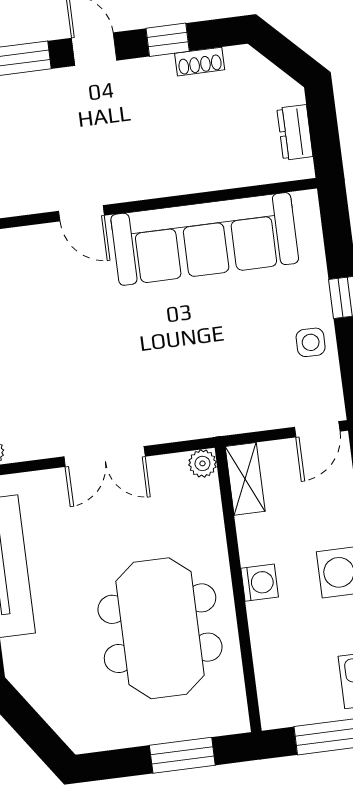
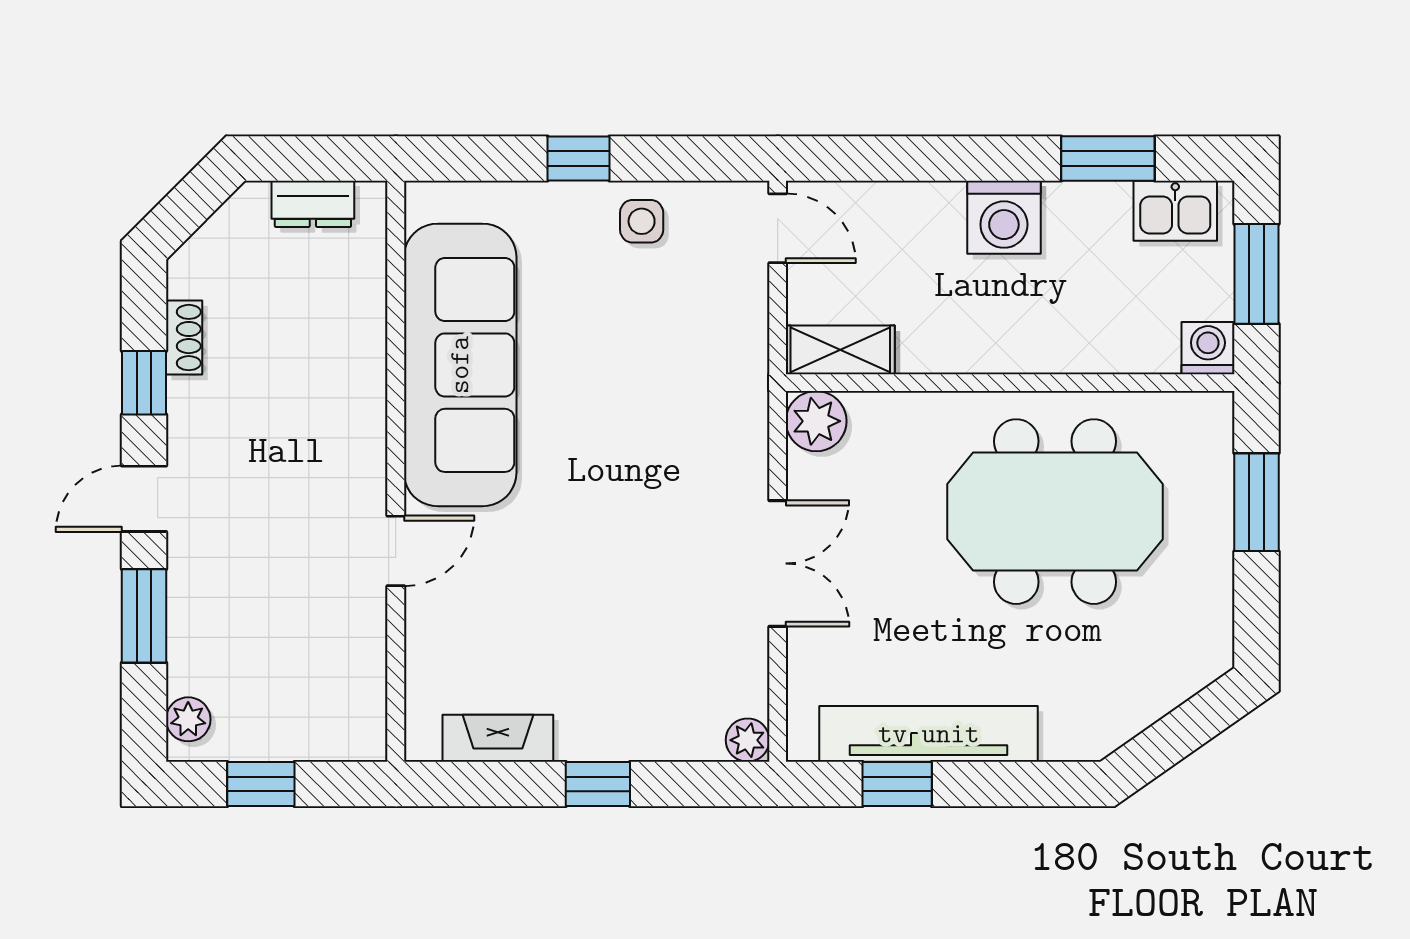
plant: (202, 463) -> (816, 421), width x1.38, depth x1.38
washing machine: (260, 583) -> (1208, 348), moved

